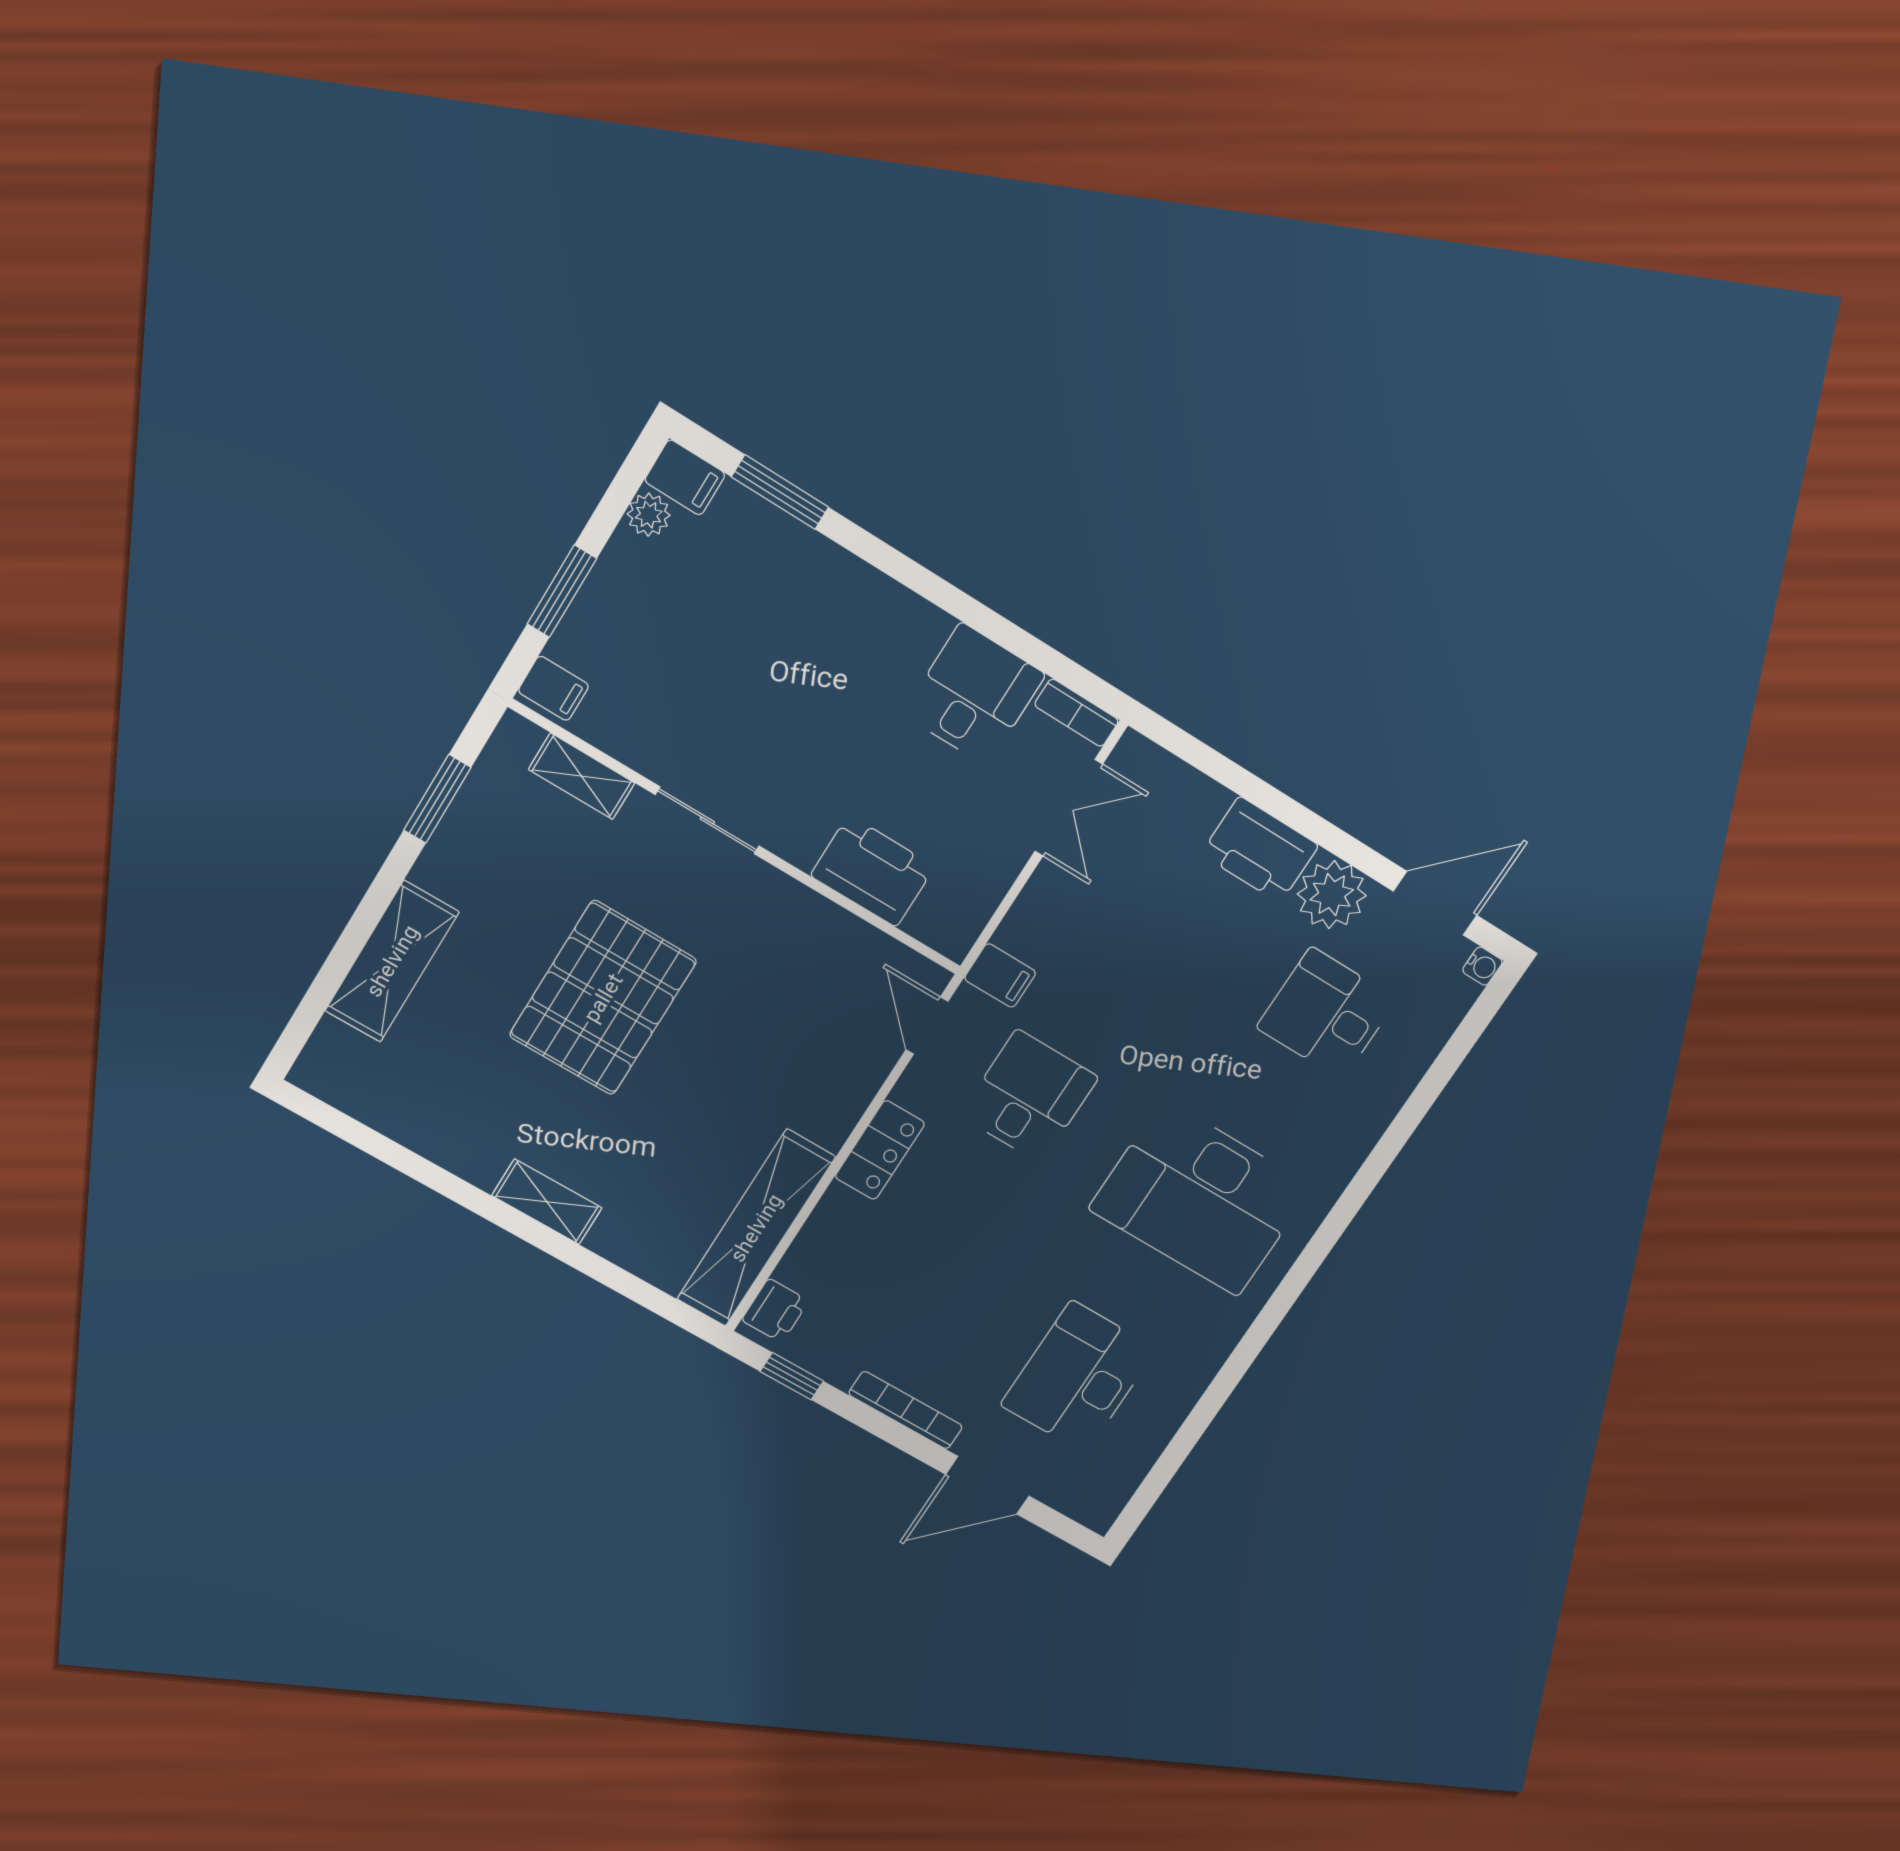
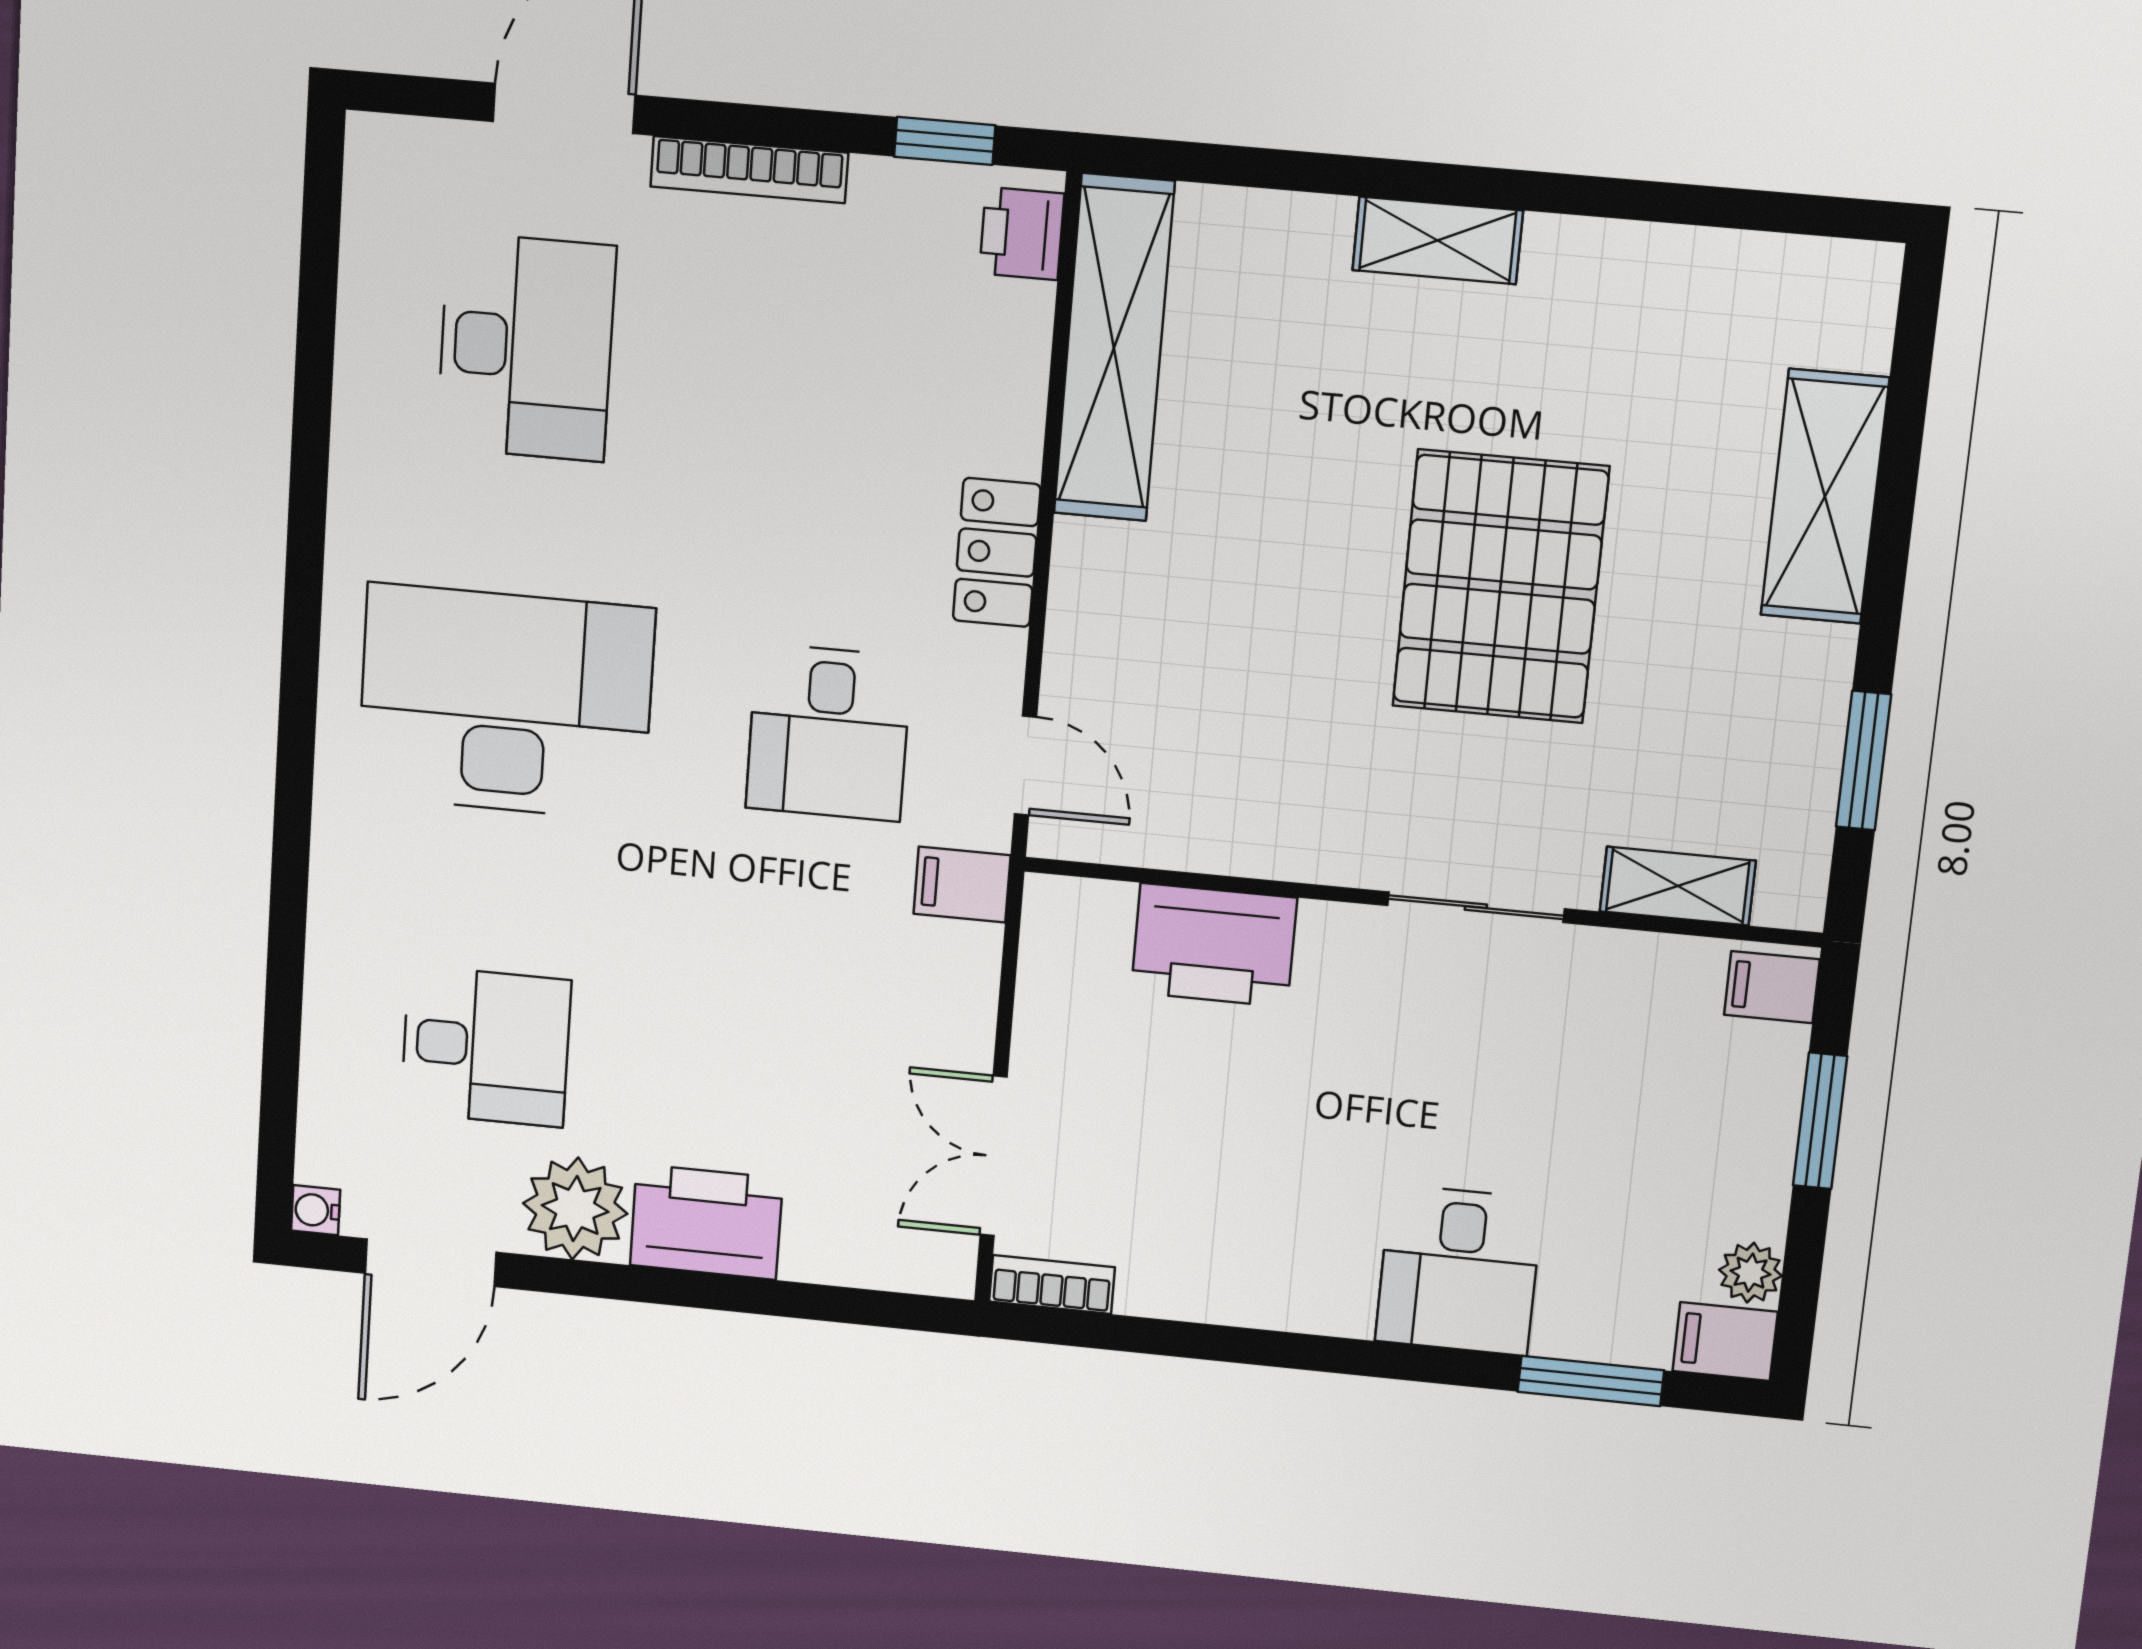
desk: (974, 694) -> (1459, 1270), moved

